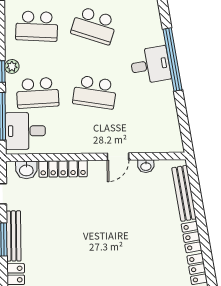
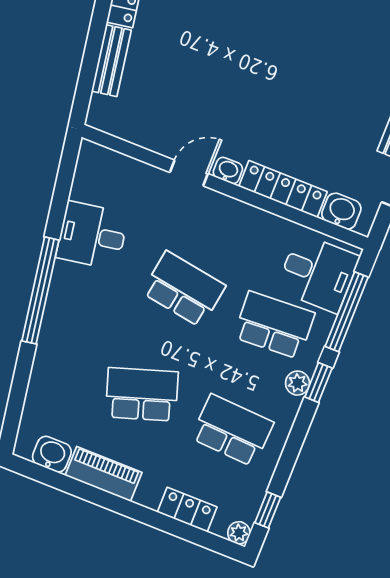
school desk: (94, 26) -> (142, 394), turned -36
desk: (150, 65) -> (92, 235), moved
washbasin: (146, 166) -> (228, 171), moved
bench: (184, 193) -> (111, 61), width x0.73

